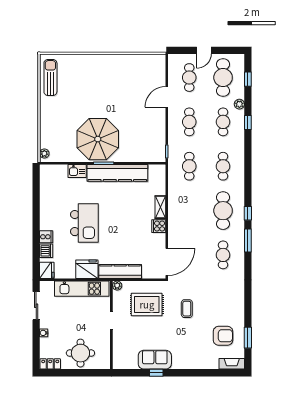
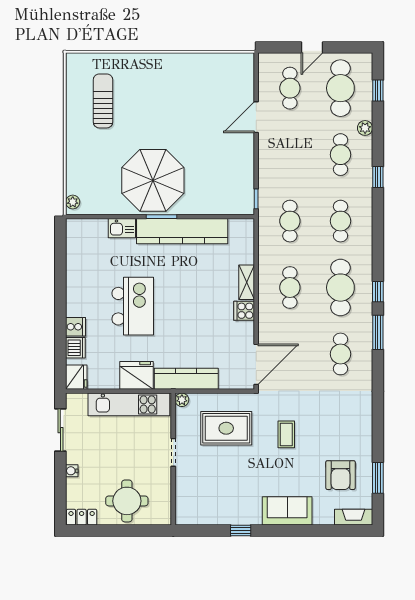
sun lounger: (50, 77) -> (103, 101), moved
cafe table: (189, 122) -> (290, 288), moved
window: (248, 122) -> (378, 177), moved
armchair: (223, 336) -> (340, 475), turned 90
sofa: (155, 360) -> (287, 511), moved

